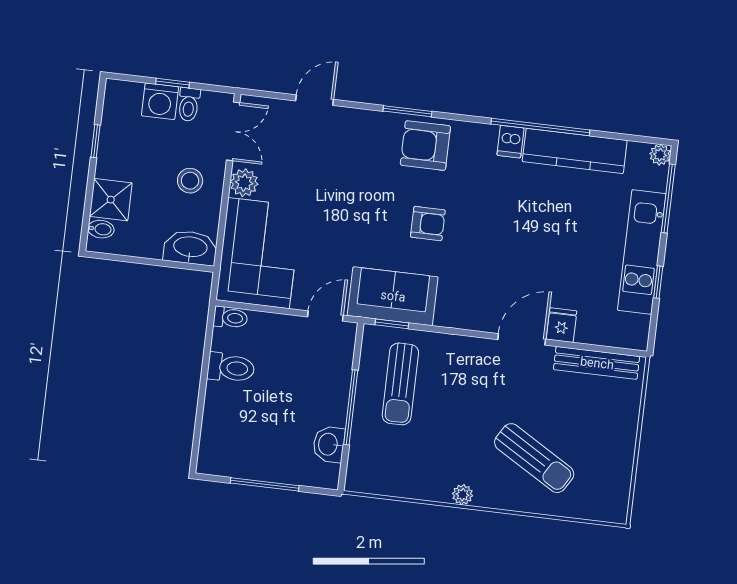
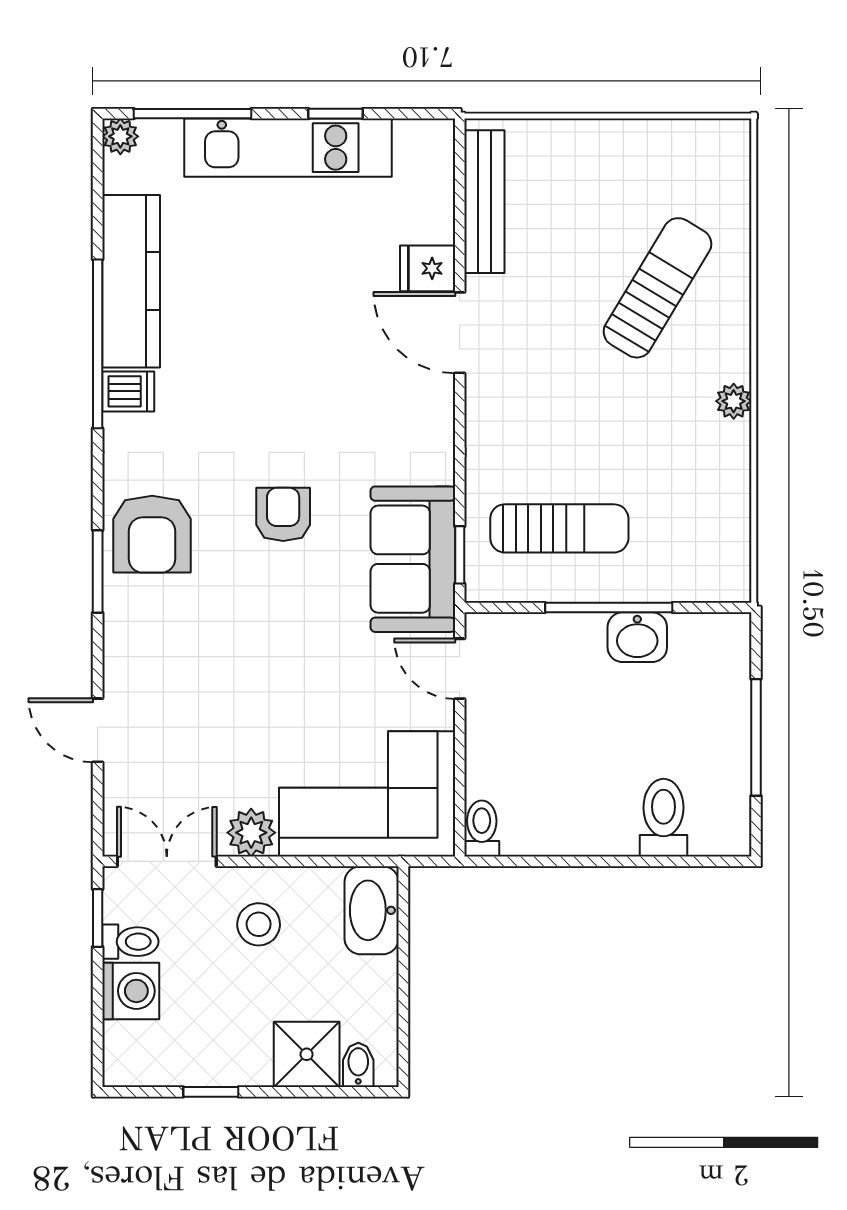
window: (173, 83) -> (98, 918), moved
toilet: (231, 368) -> (663, 818), moved
washbasin: (329, 444) -> (637, 637), moved

